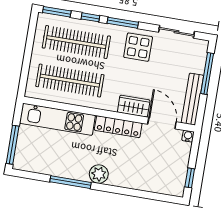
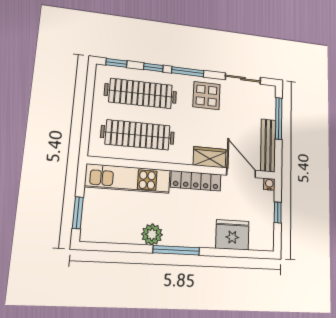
window: (57, 12) -> (116, 63), width x0.67
window: (13, 145) -> (78, 213), width x0.69
plant: (99, 174) -> (152, 234), moved
fridge: (146, 178) -> (232, 235), added
window: (190, 178) -> (278, 212), moved
window: (71, 182) -> (176, 250), moved

